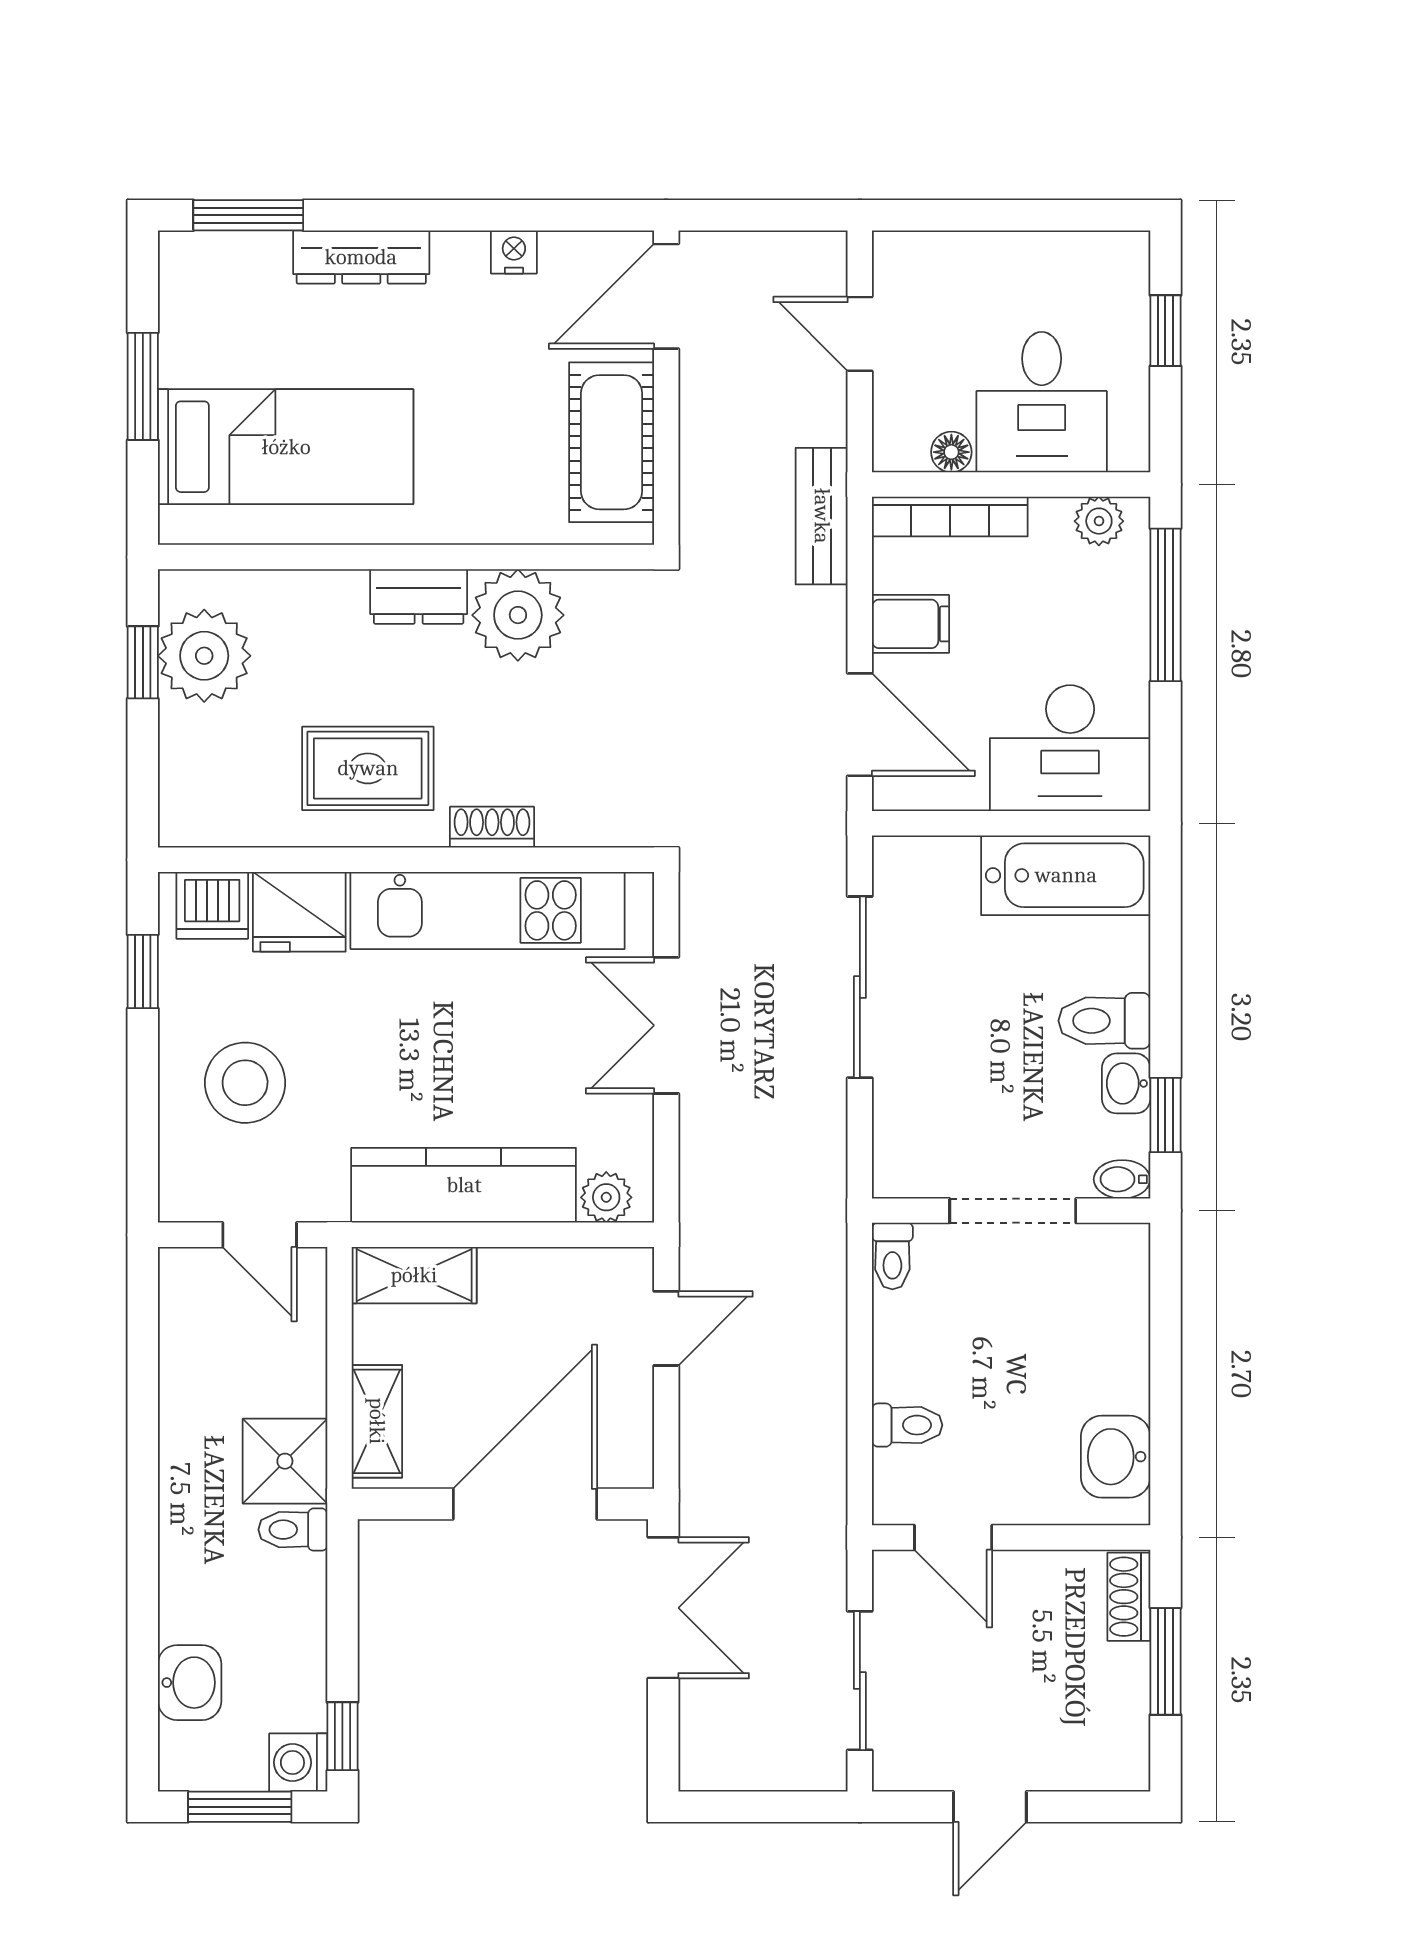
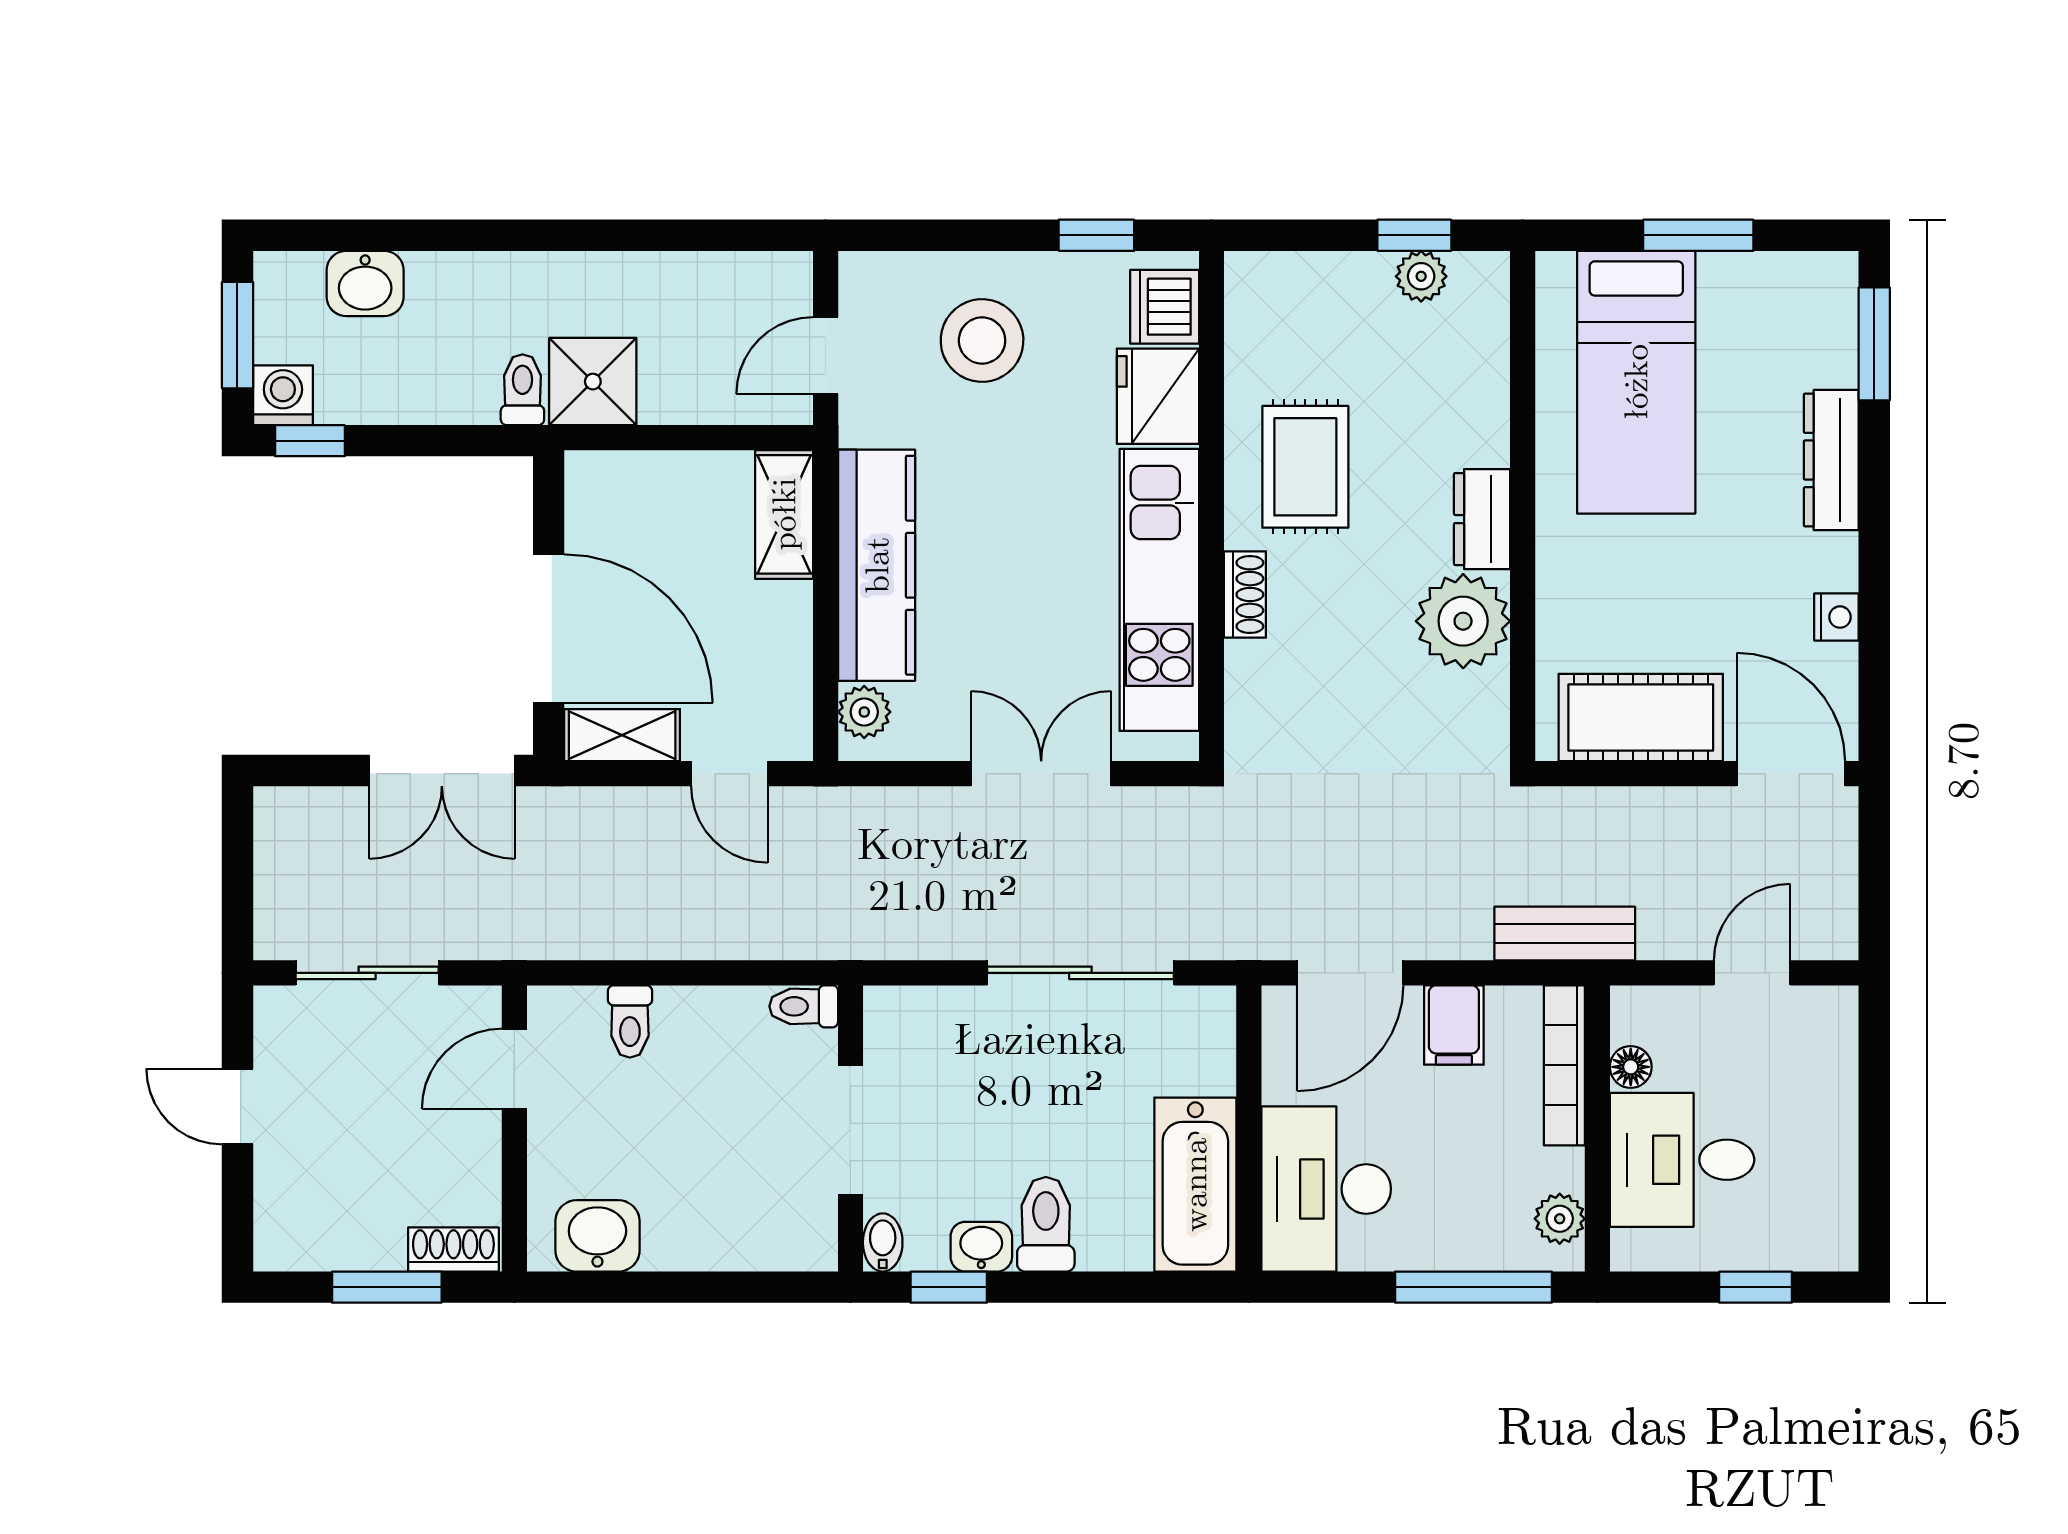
plant: (204, 656) -> (1421, 276), width x0.53, depth x0.53
shelving: (377, 1421) -> (622, 735), moved

